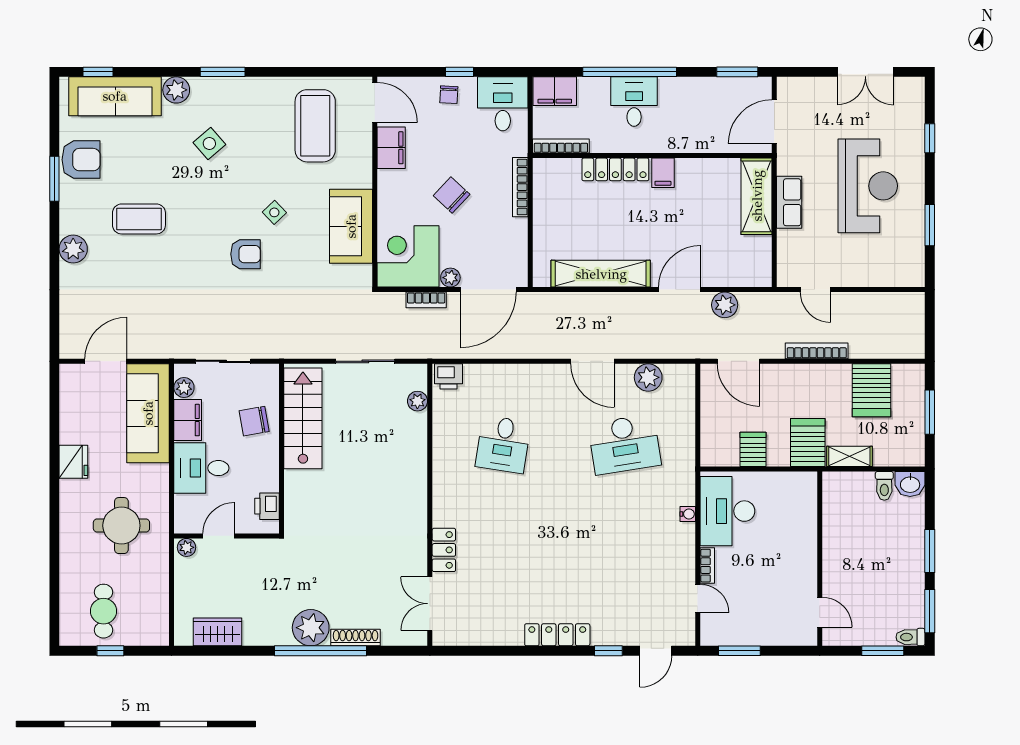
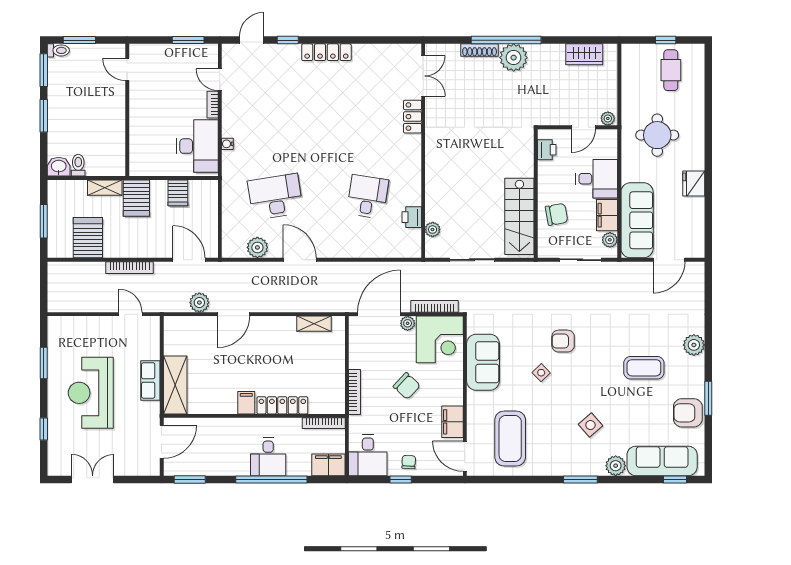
shelving: (601, 274) -> (314, 324), width x0.45, depth x0.75
bookcase: (426, 300) -> (434, 306), width x1.56
printer: (449, 376) -> (412, 217), moved, turned -90

